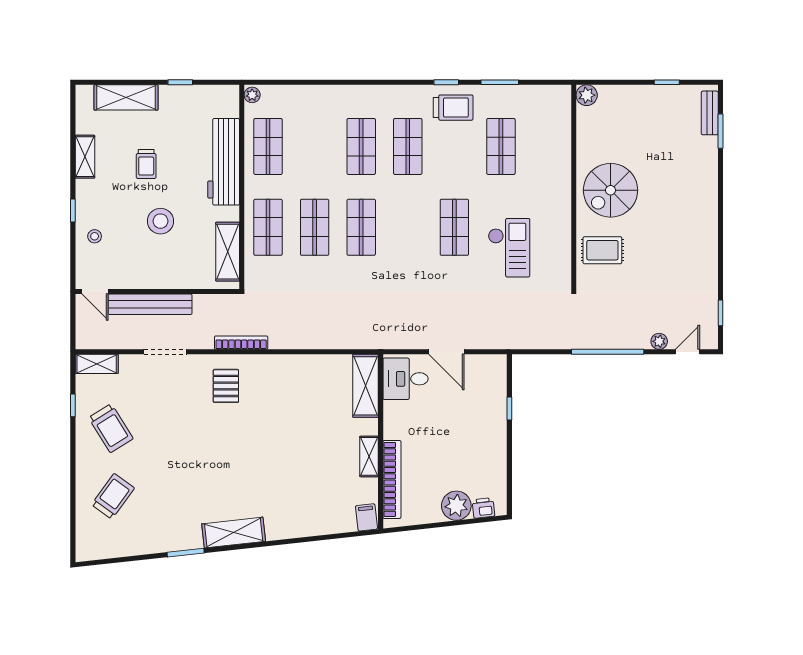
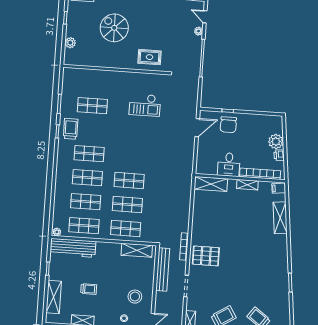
plant: (587, 95) -> (70, 43), moved
workbench: (224, 162) -> (73, 248), moved
spiral stairs: (611, 190) -> (114, 28), moved, turned 180
stool: (160, 221) -> (135, 297), moved
shop shelf: (454, 227) -> (86, 202), moved
checkout: (509, 248) -> (145, 105), turned 180
rug: (602, 250) -> (150, 57), turned 90
bench: (150, 304) -> (163, 270), moved
door: (446, 352) -> (197, 128), moved
desk: (405, 379) -> (229, 165), moved
pallet: (226, 386) -> (206, 256), width x1.50, depth x1.42
chair: (482, 412) -> (228, 125), added
printer: (483, 508) -> (279, 155), moved
shelving: (234, 533) -> (280, 218), moved

